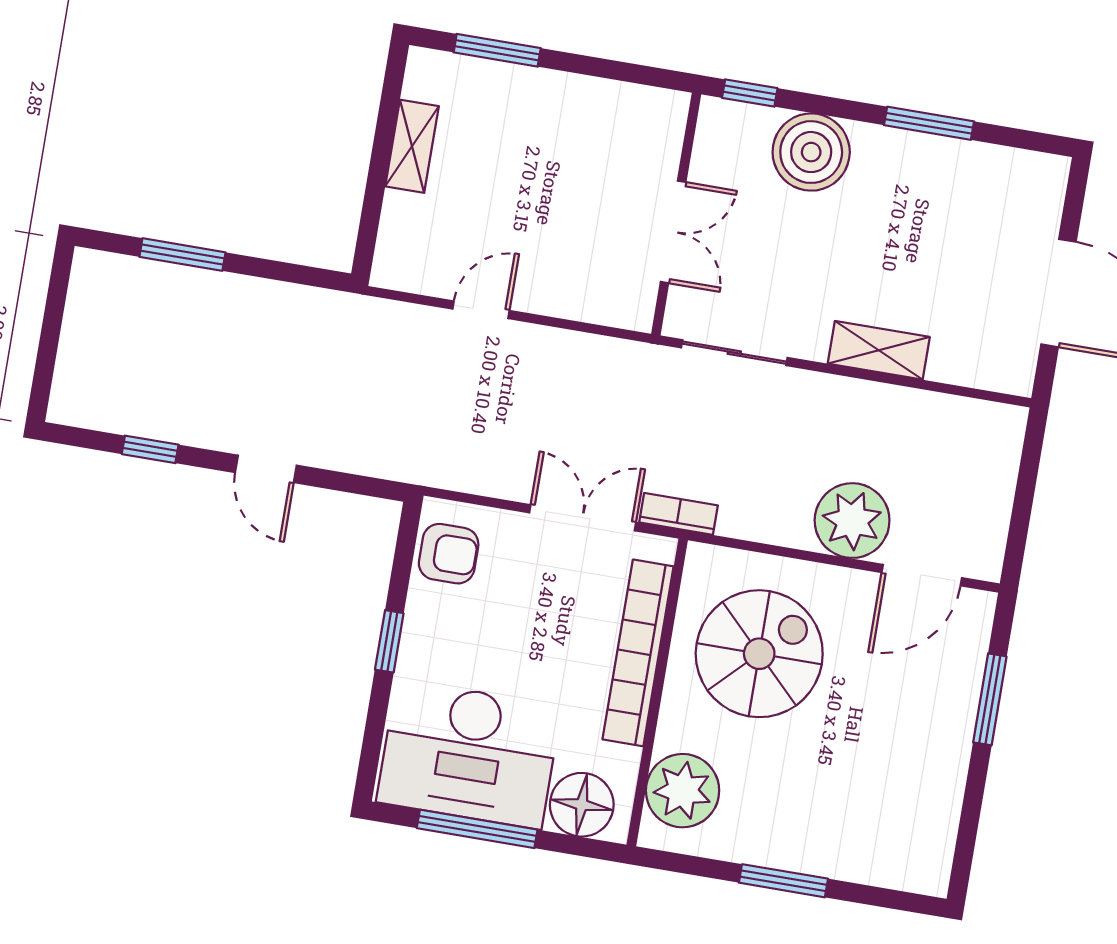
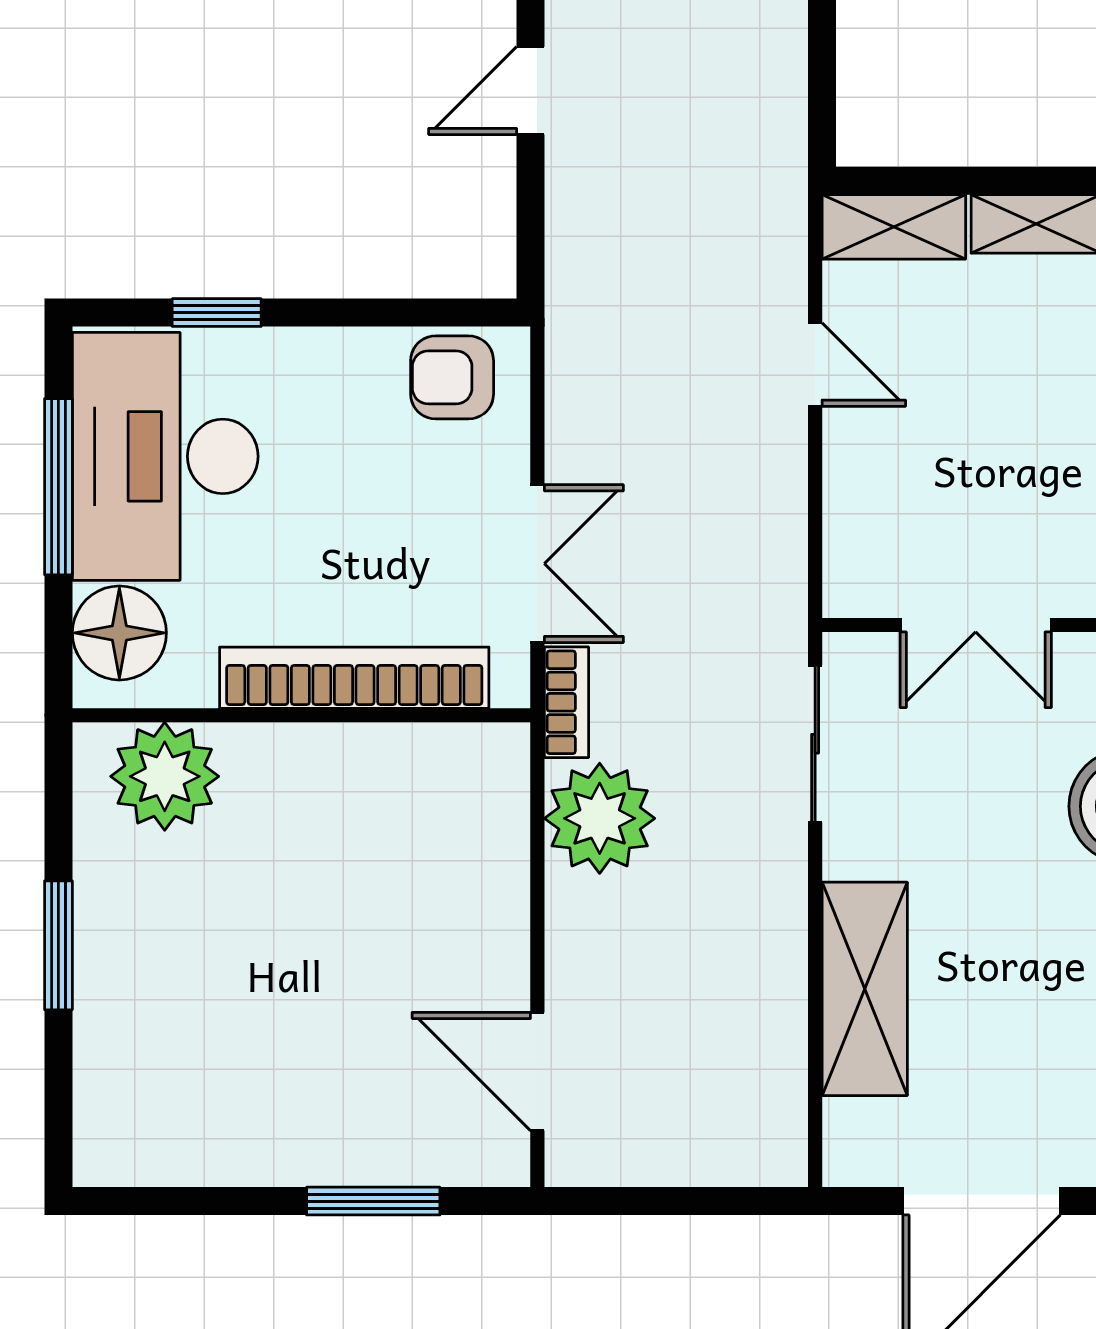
shelving: (398, 242) -> (894, 227), added
shelving: (879, 350) -> (865, 989), width x1.50, depth x1.33
plant: (852, 521) -> (600, 818), moved
armchair: (449, 554) -> (452, 377), turned 90
window: (389, 641) -> (217, 313), moved
spiral stairs: (759, 654) -> (383, 854), removed

